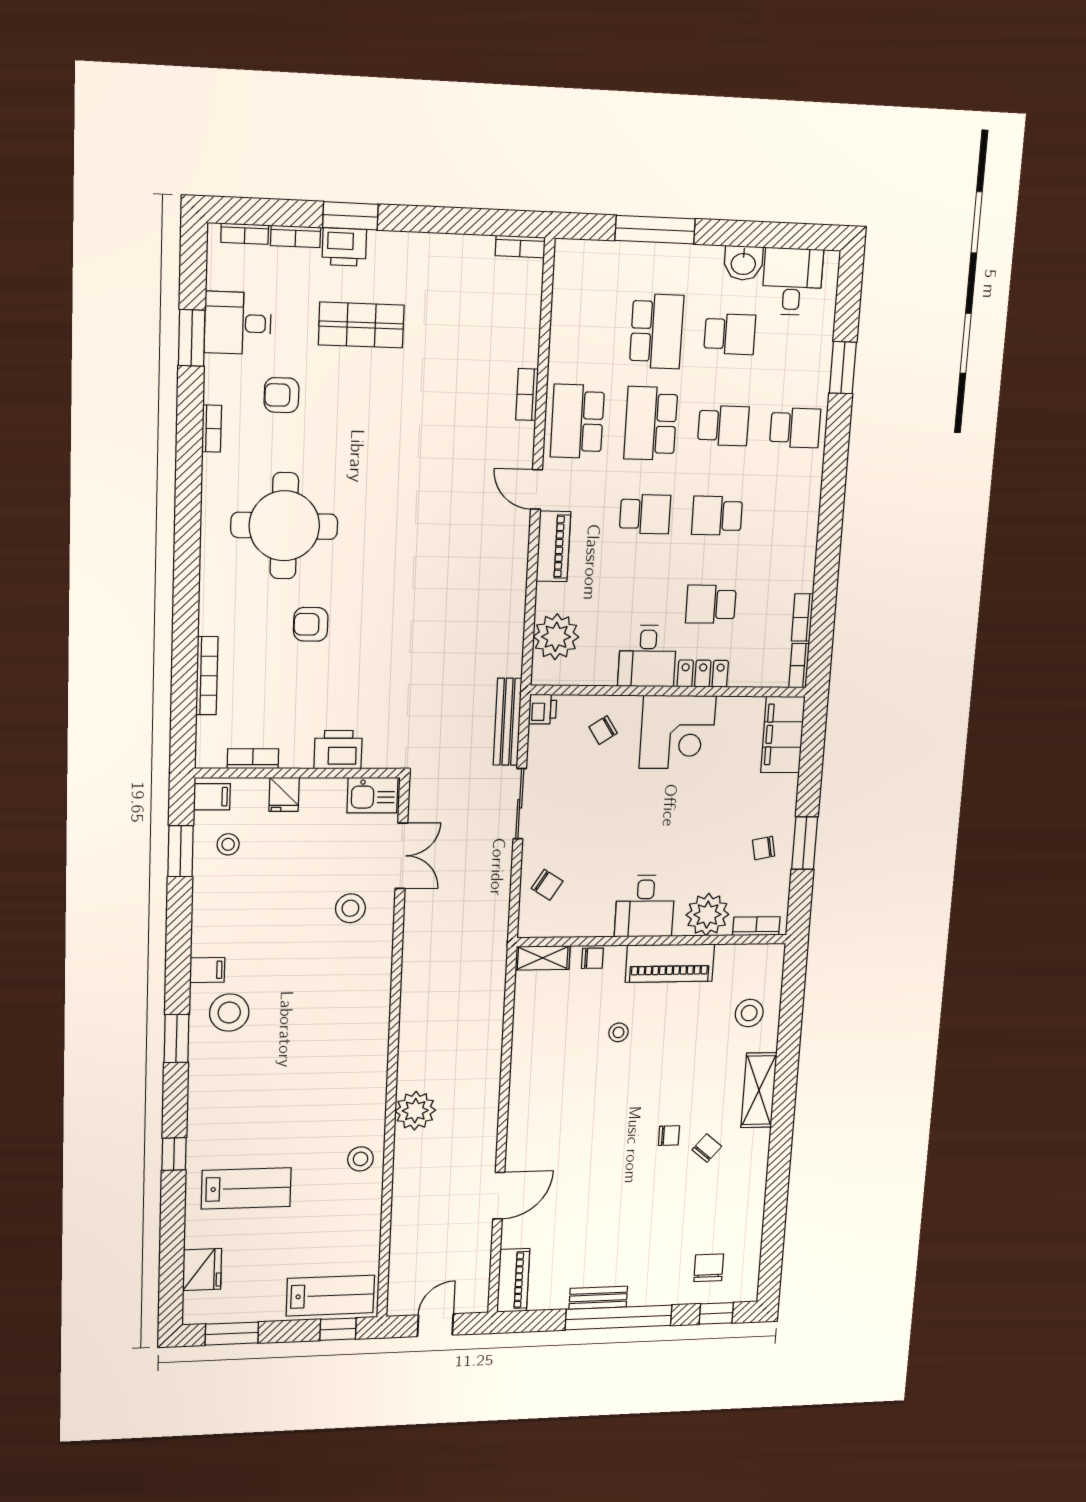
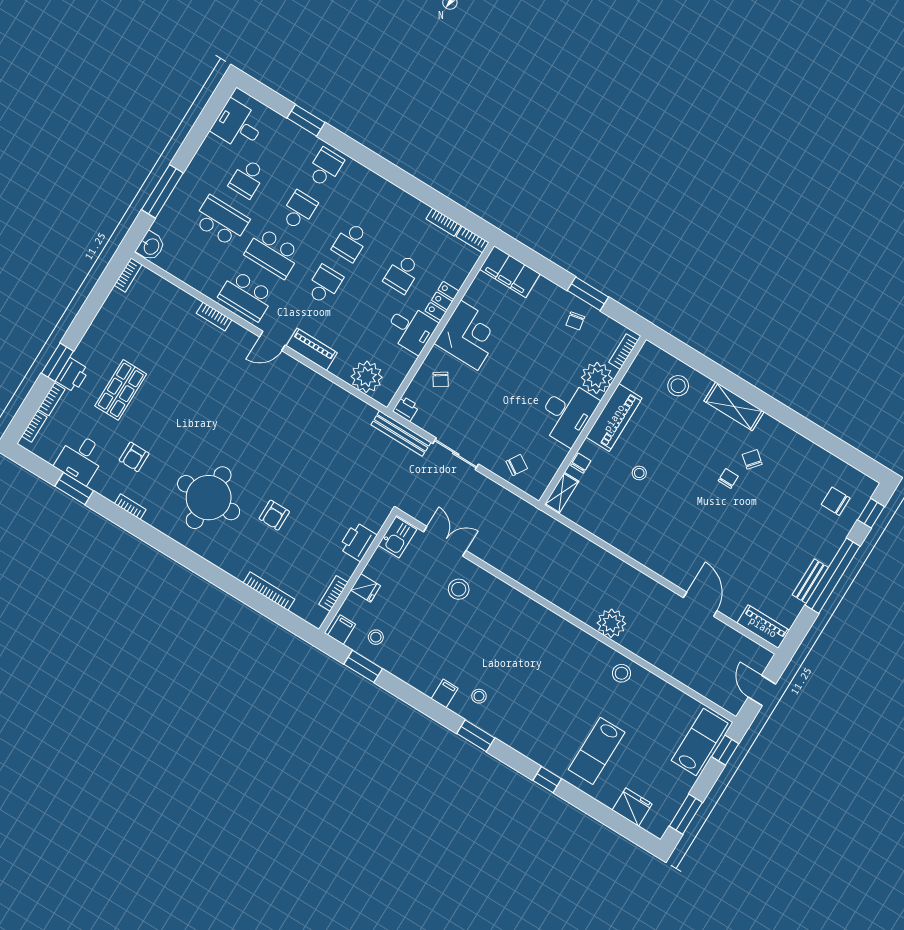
washbasin: (743, 263) -> (151, 246), moved
school desk: (730, 334) -> (247, 178), turned 180
desk: (645, 906) -> (567, 413), width x1.37
stool: (229, 1013) -> (479, 696), width x0.53, depth x0.53
lab bench: (246, 1188) -> (597, 751), turned 180

